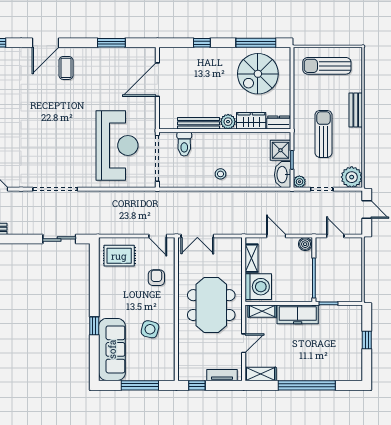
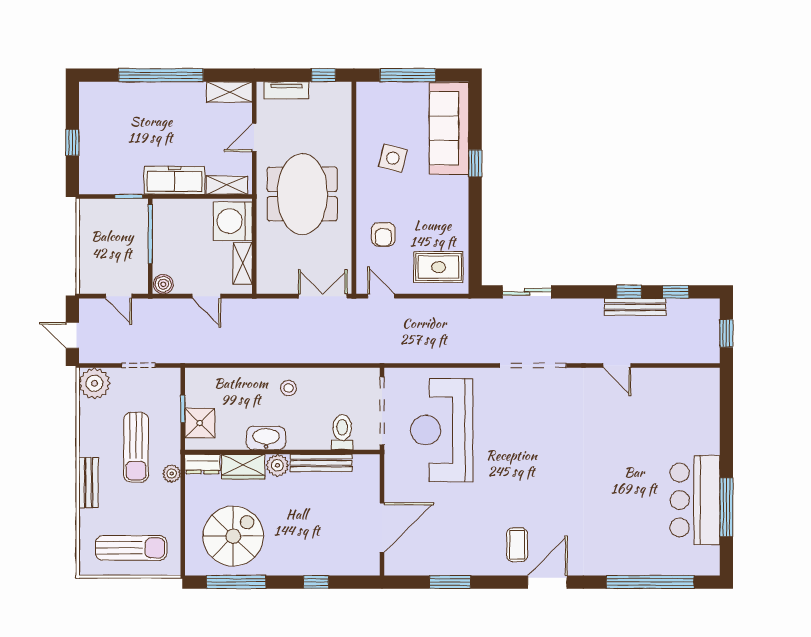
washbasin: (283, 175) -> (266, 438), moved, turned -90
plant: (299, 182) -> (172, 474), moved

